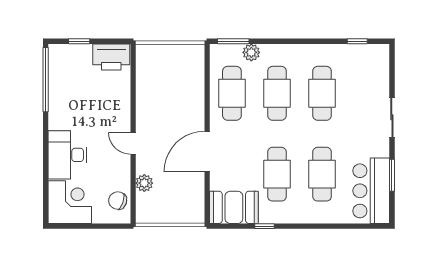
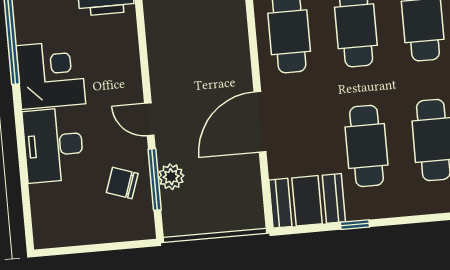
window: (133, 184) -> (155, 179), added
chair: (118, 201) -> (122, 183), moved
corner desk: (70, 202) -> (51, 75), moved

